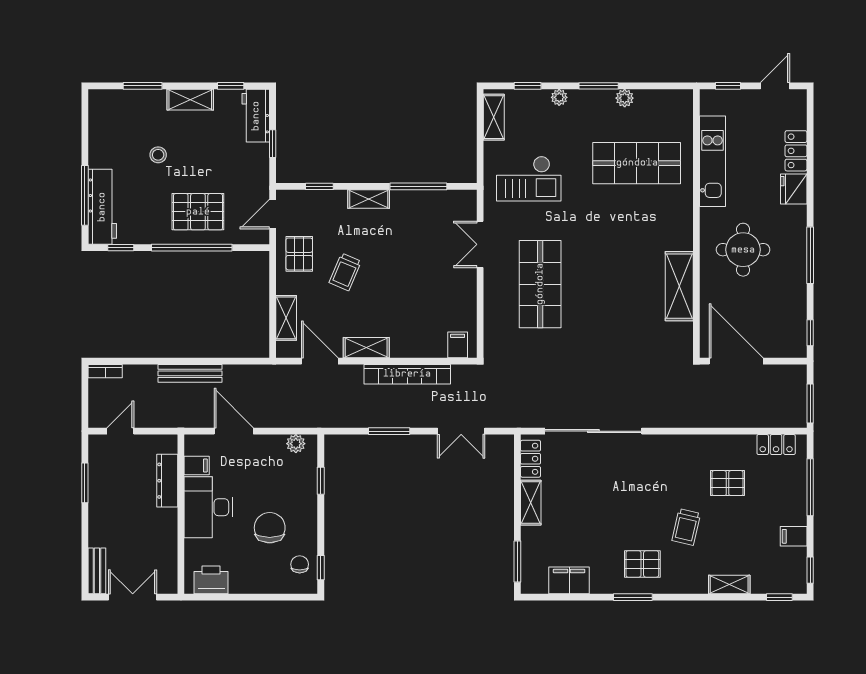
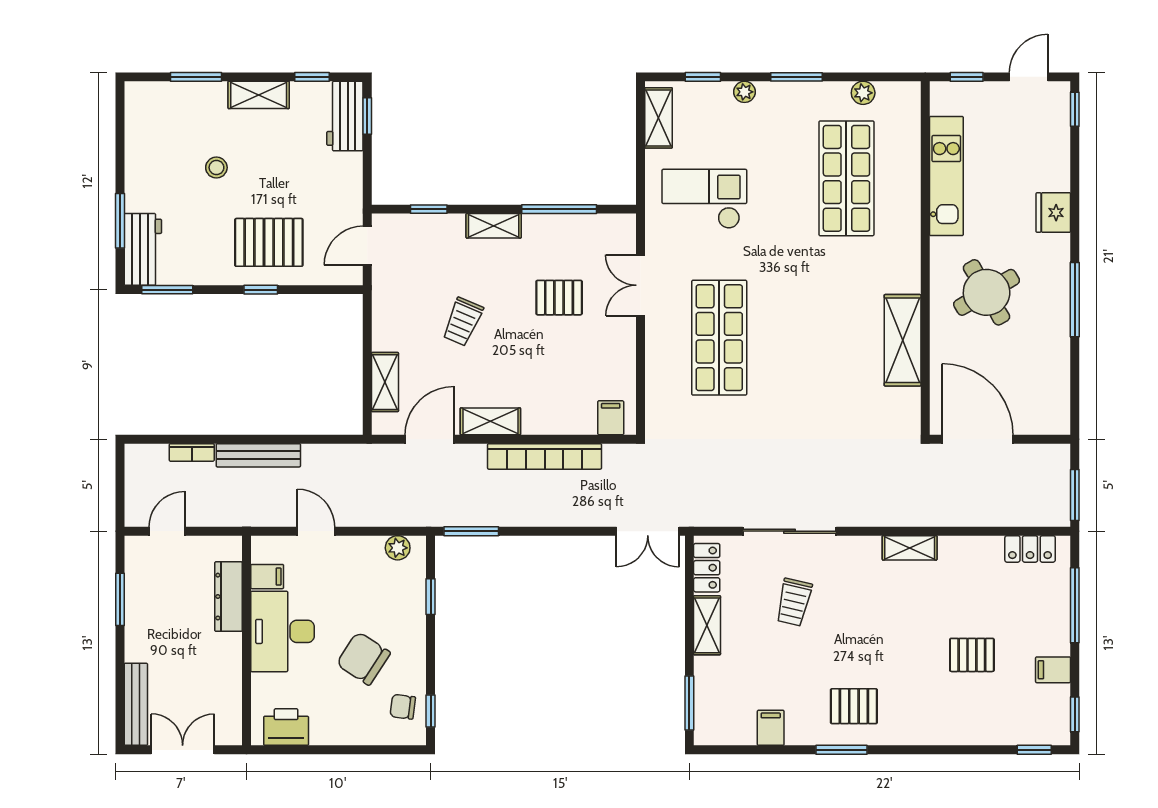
plant: (625, 98) -> (863, 93), moved
window: (273, 144) -> (367, 116), moved
locker: (796, 151) -> (1056, 162), removed
shop shelf: (637, 163) -> (846, 178), turned 90
checkout: (529, 179) -> (704, 199), turned 180
window: (85, 195) -> (120, 221), width x0.69
workbench: (102, 207) -> (143, 249), width x0.73
window: (121, 248) -> (167, 290), width x1.50
window: (192, 248) -> (261, 290), width x0.32
round table: (743, 250) -> (987, 292), turned -30
pallet: (299, 254) -> (559, 298), moved, turned 90
window: (810, 333) -> (1075, 109), moved
door: (320, 361) -> (429, 439), hinge flipped
bookcase: (105, 371) -> (192, 452), moved
door: (234, 431) -> (316, 531), width x0.73
window: (389, 431) -> (471, 531), moved
double door: (461, 431) -> (648, 531), moved
sliding door: (593, 431) -> (790, 531), width x0.73
pallet: (728, 483) -> (972, 655), moved
trolley: (686, 527) -> (794, 602), moved
chair: (270, 528) -> (363, 658), turned -57
chair: (300, 564) -> (403, 707), turned -83
bench: (97, 571) -> (136, 704), width x1.36
filing cabinet: (569, 580) -> (771, 728), width x0.50
shelving: (729, 584) -> (910, 548), moved

